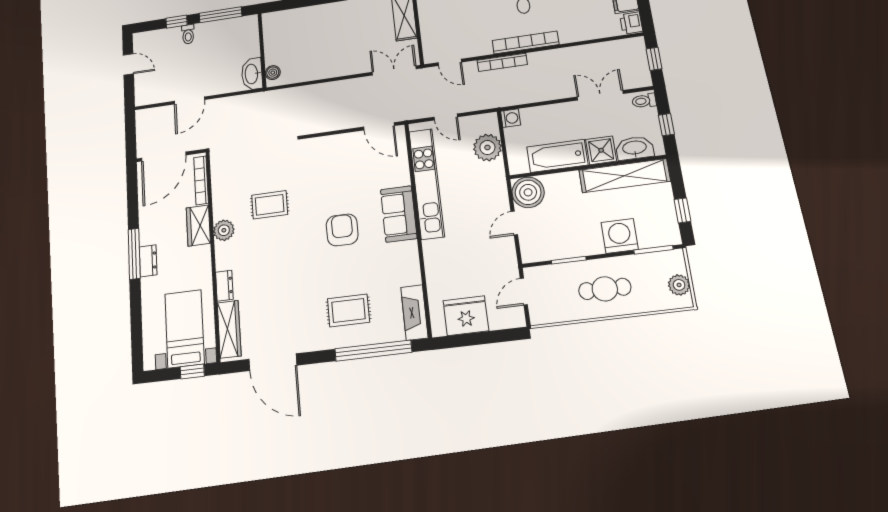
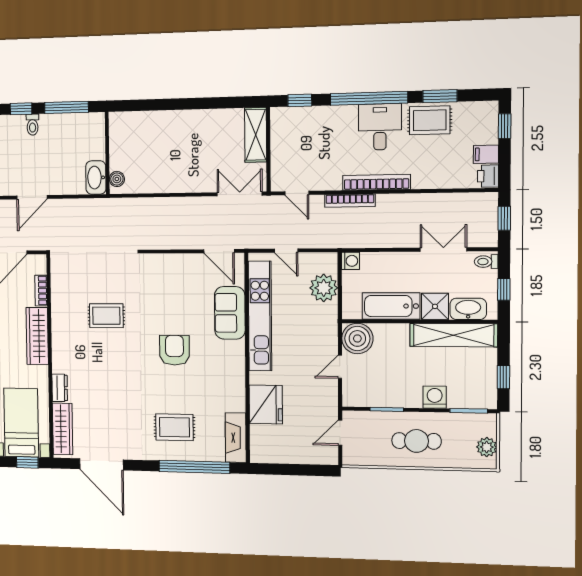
bookcase: (201, 180) -> (41, 291), width x0.64
sofa: (399, 214) -> (230, 313), moved
wardrobe: (198, 225) -> (37, 336), width x1.50
plant: (224, 230) -> (61, 335), removed
washing machine: (620, 236) -> (435, 397), width x0.73, depth x0.73
fridge: (466, 316) -> (266, 404), moved, turned 90

